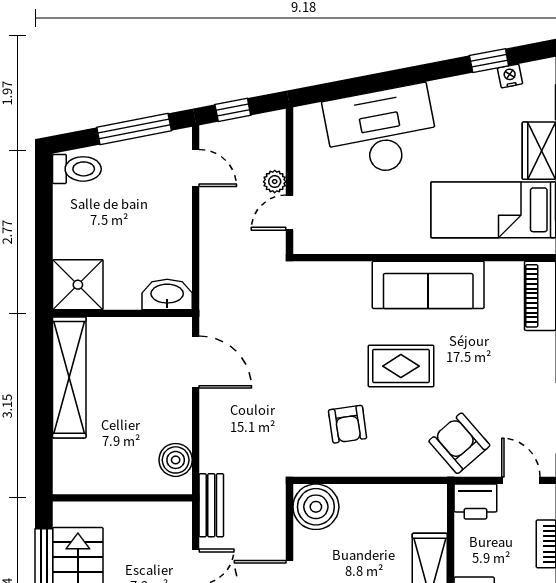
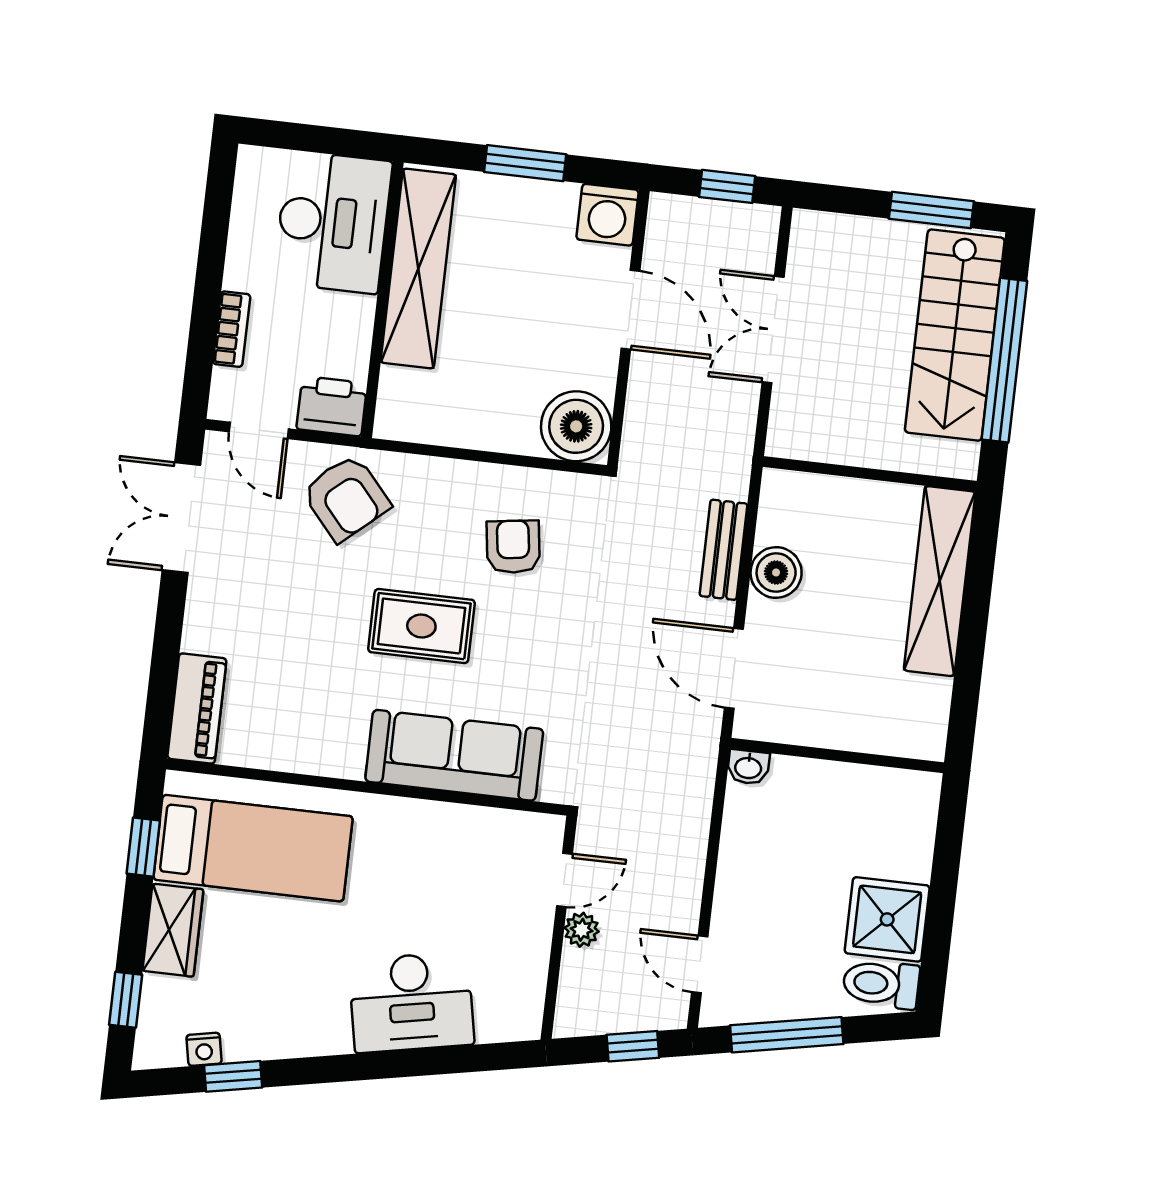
desk: (381, 131) -> (411, 1002), width x0.73, depth x0.77
shower: (78, 285) -> (887, 919), moved
sofa: (428, 285) -> (454, 755), moved
washbasin: (167, 294) -> (748, 767), width x0.52, depth x0.69
shelving: (69, 377) -> (940, 581), moved
boiler: (176, 460) -> (776, 573), moved
bench: (211, 505) -> (724, 550), moved

